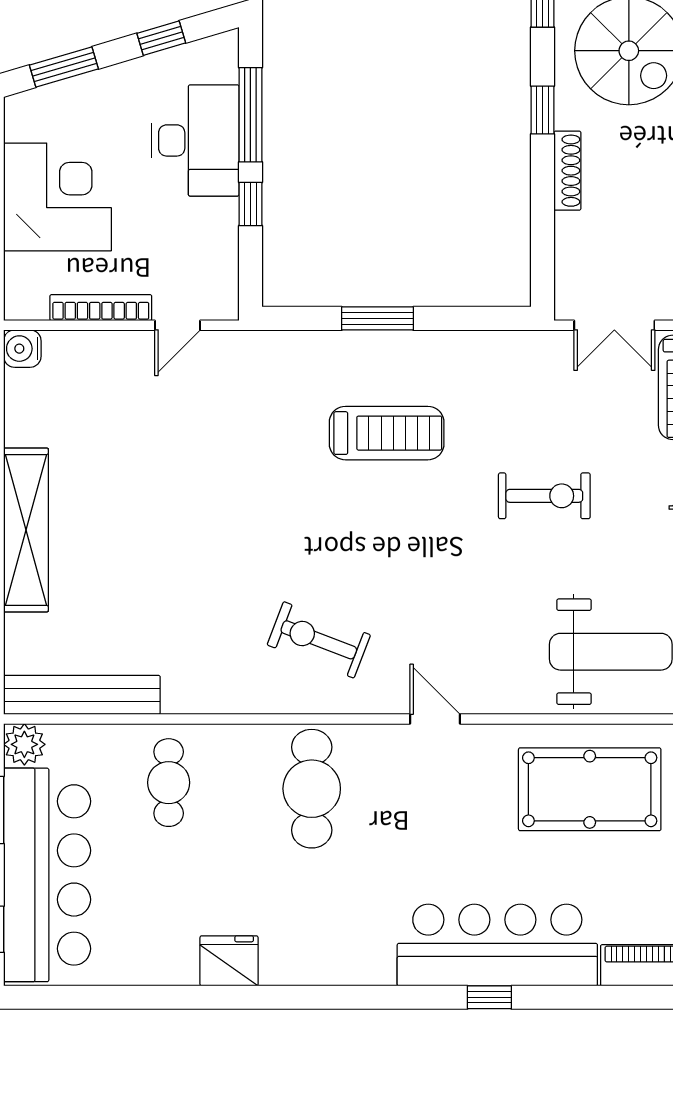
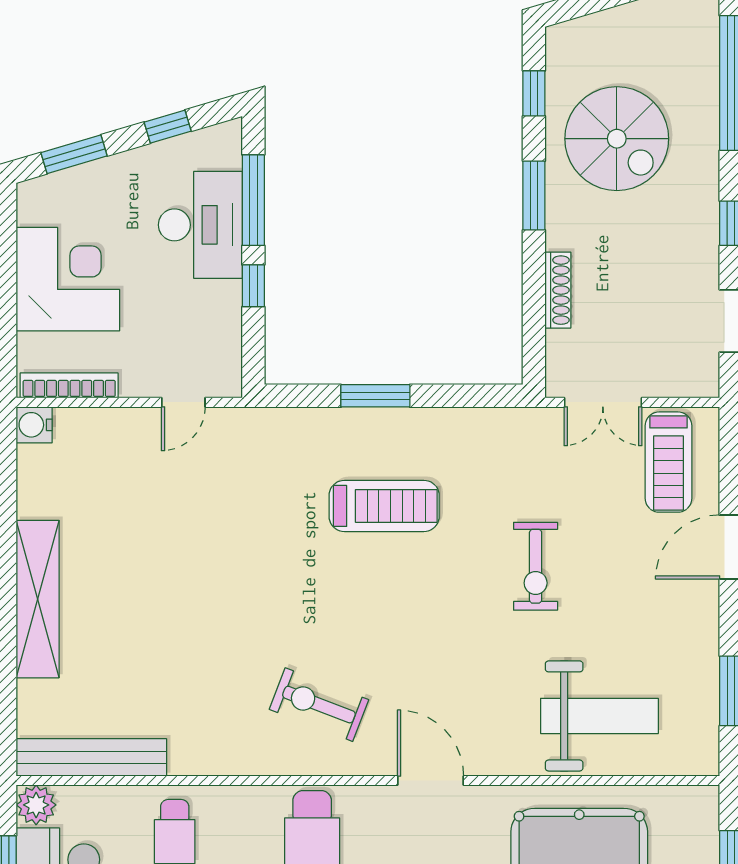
window: (543, 110) -> (534, 196), width x1.50
shoe rack: (567, 171) -> (558, 290), moved
bookcase: (101, 308) -> (69, 385), moved
exercise bike: (544, 496) -> (536, 566), turned 90
door: (435, 719) -> (431, 781), width x1.38

